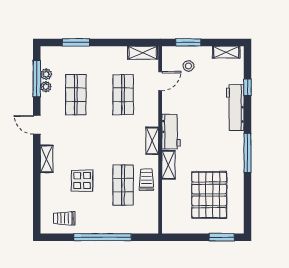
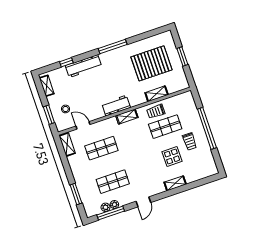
shelving: (47, 159) -> (175, 183), moved
shelving: (168, 165) -> (157, 94), moved
trolley: (64, 218) -> (190, 141), moved
window: (222, 237) -> (182, 56), moved

